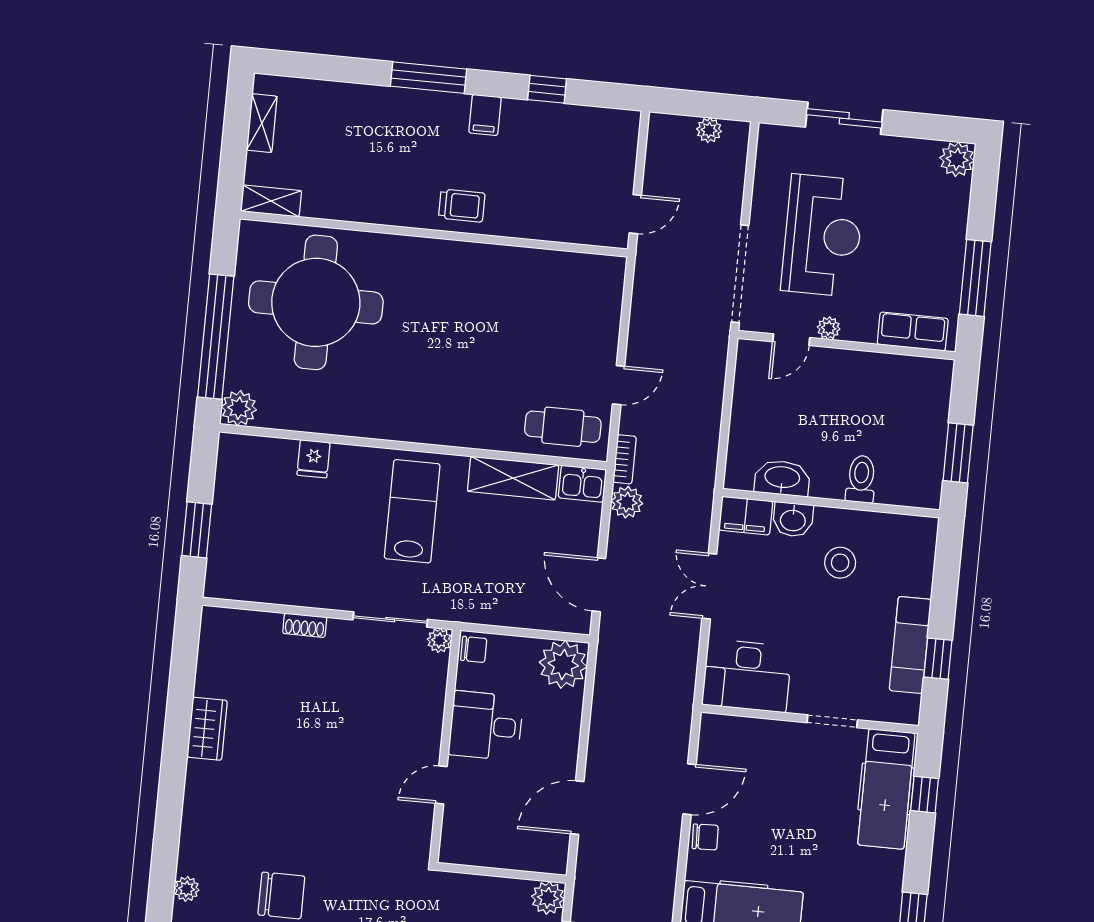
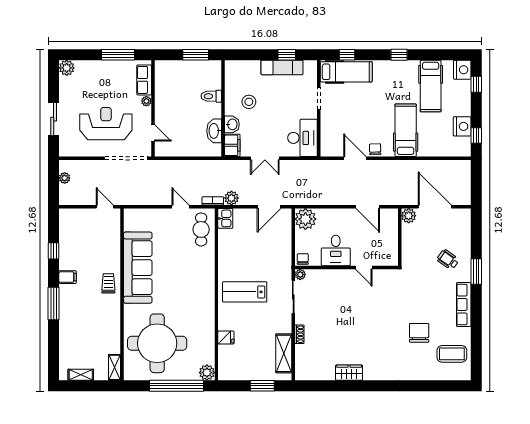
sofa: (491, 276) -> (138, 268), added
plant: (829, 328) -> (146, 101), moved
shelving: (513, 478) -> (284, 353), moved
plant: (187, 889) -> (420, 375), removed

